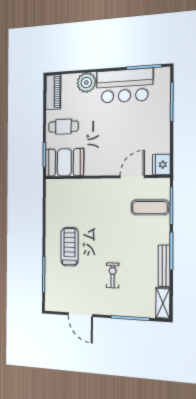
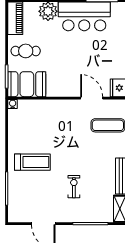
door: (132, 177) -> (92, 98), hinge flipped
water cooler: (50, 184) -> (13, 104), added
treadmill: (69, 247) -> (32, 162), turned 90

